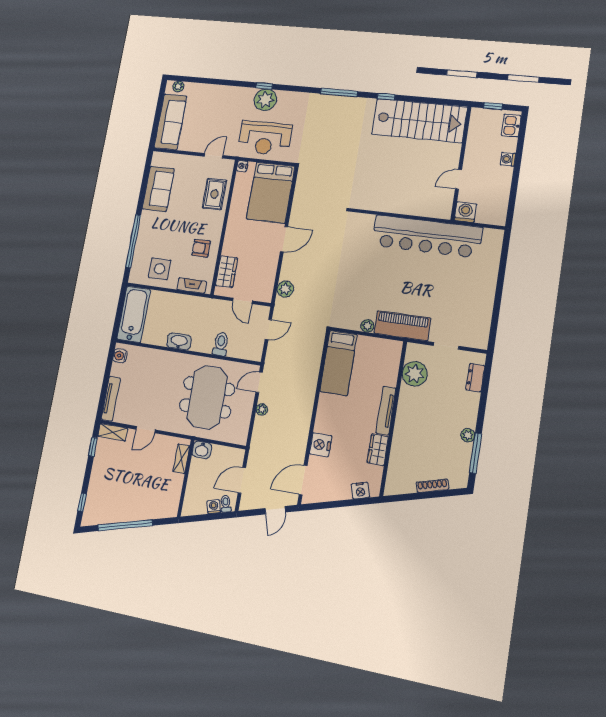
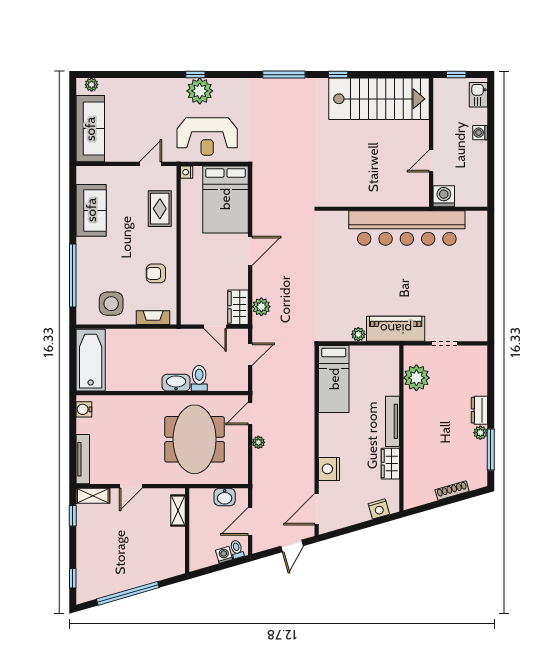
wardrobe: (227, 272) -> (238, 307), moved, turned 180
washbasin: (179, 341) -> (176, 383), moved
dresser: (475, 378) -> (479, 410), moved
washbasin: (202, 450) -> (225, 497), moved

